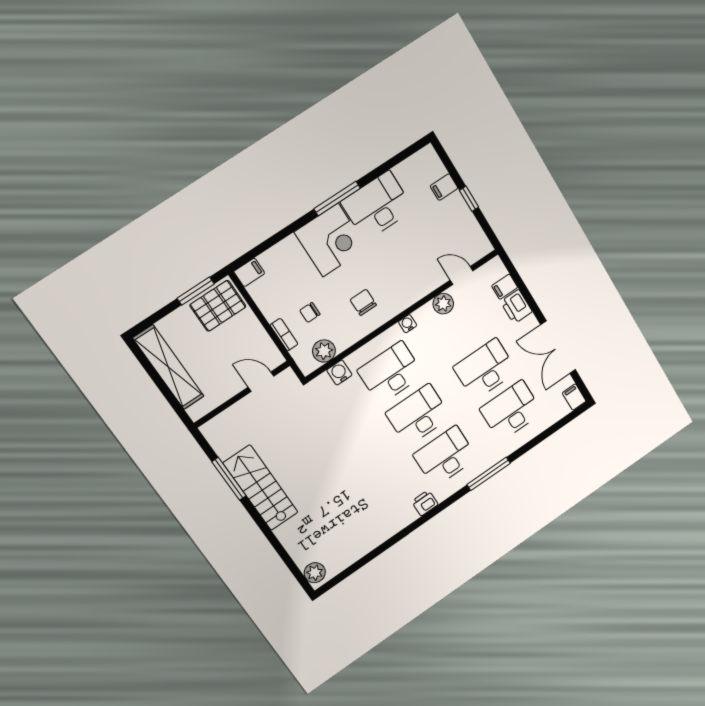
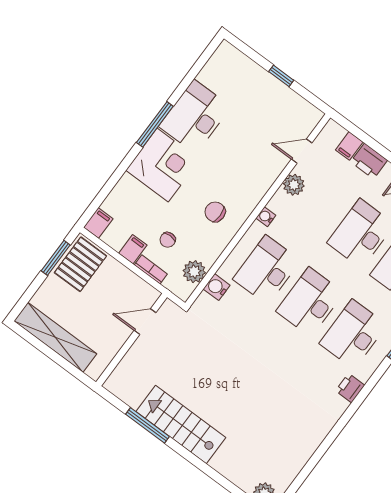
filing cabinet: (444, 187) -> (133, 249), moved, turned 180

